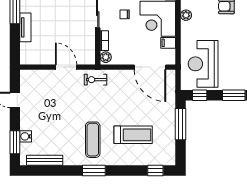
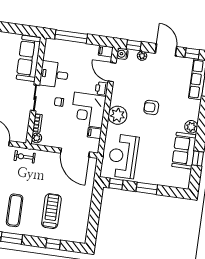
plant: (186, 15) -> (118, 115), width x1.88, depth x1.88
window: (181, 124) -> (95, 208), removed
treadmill: (133, 135) -> (51, 211), turned -90
window: (155, 170) -> (53, 244), moved

